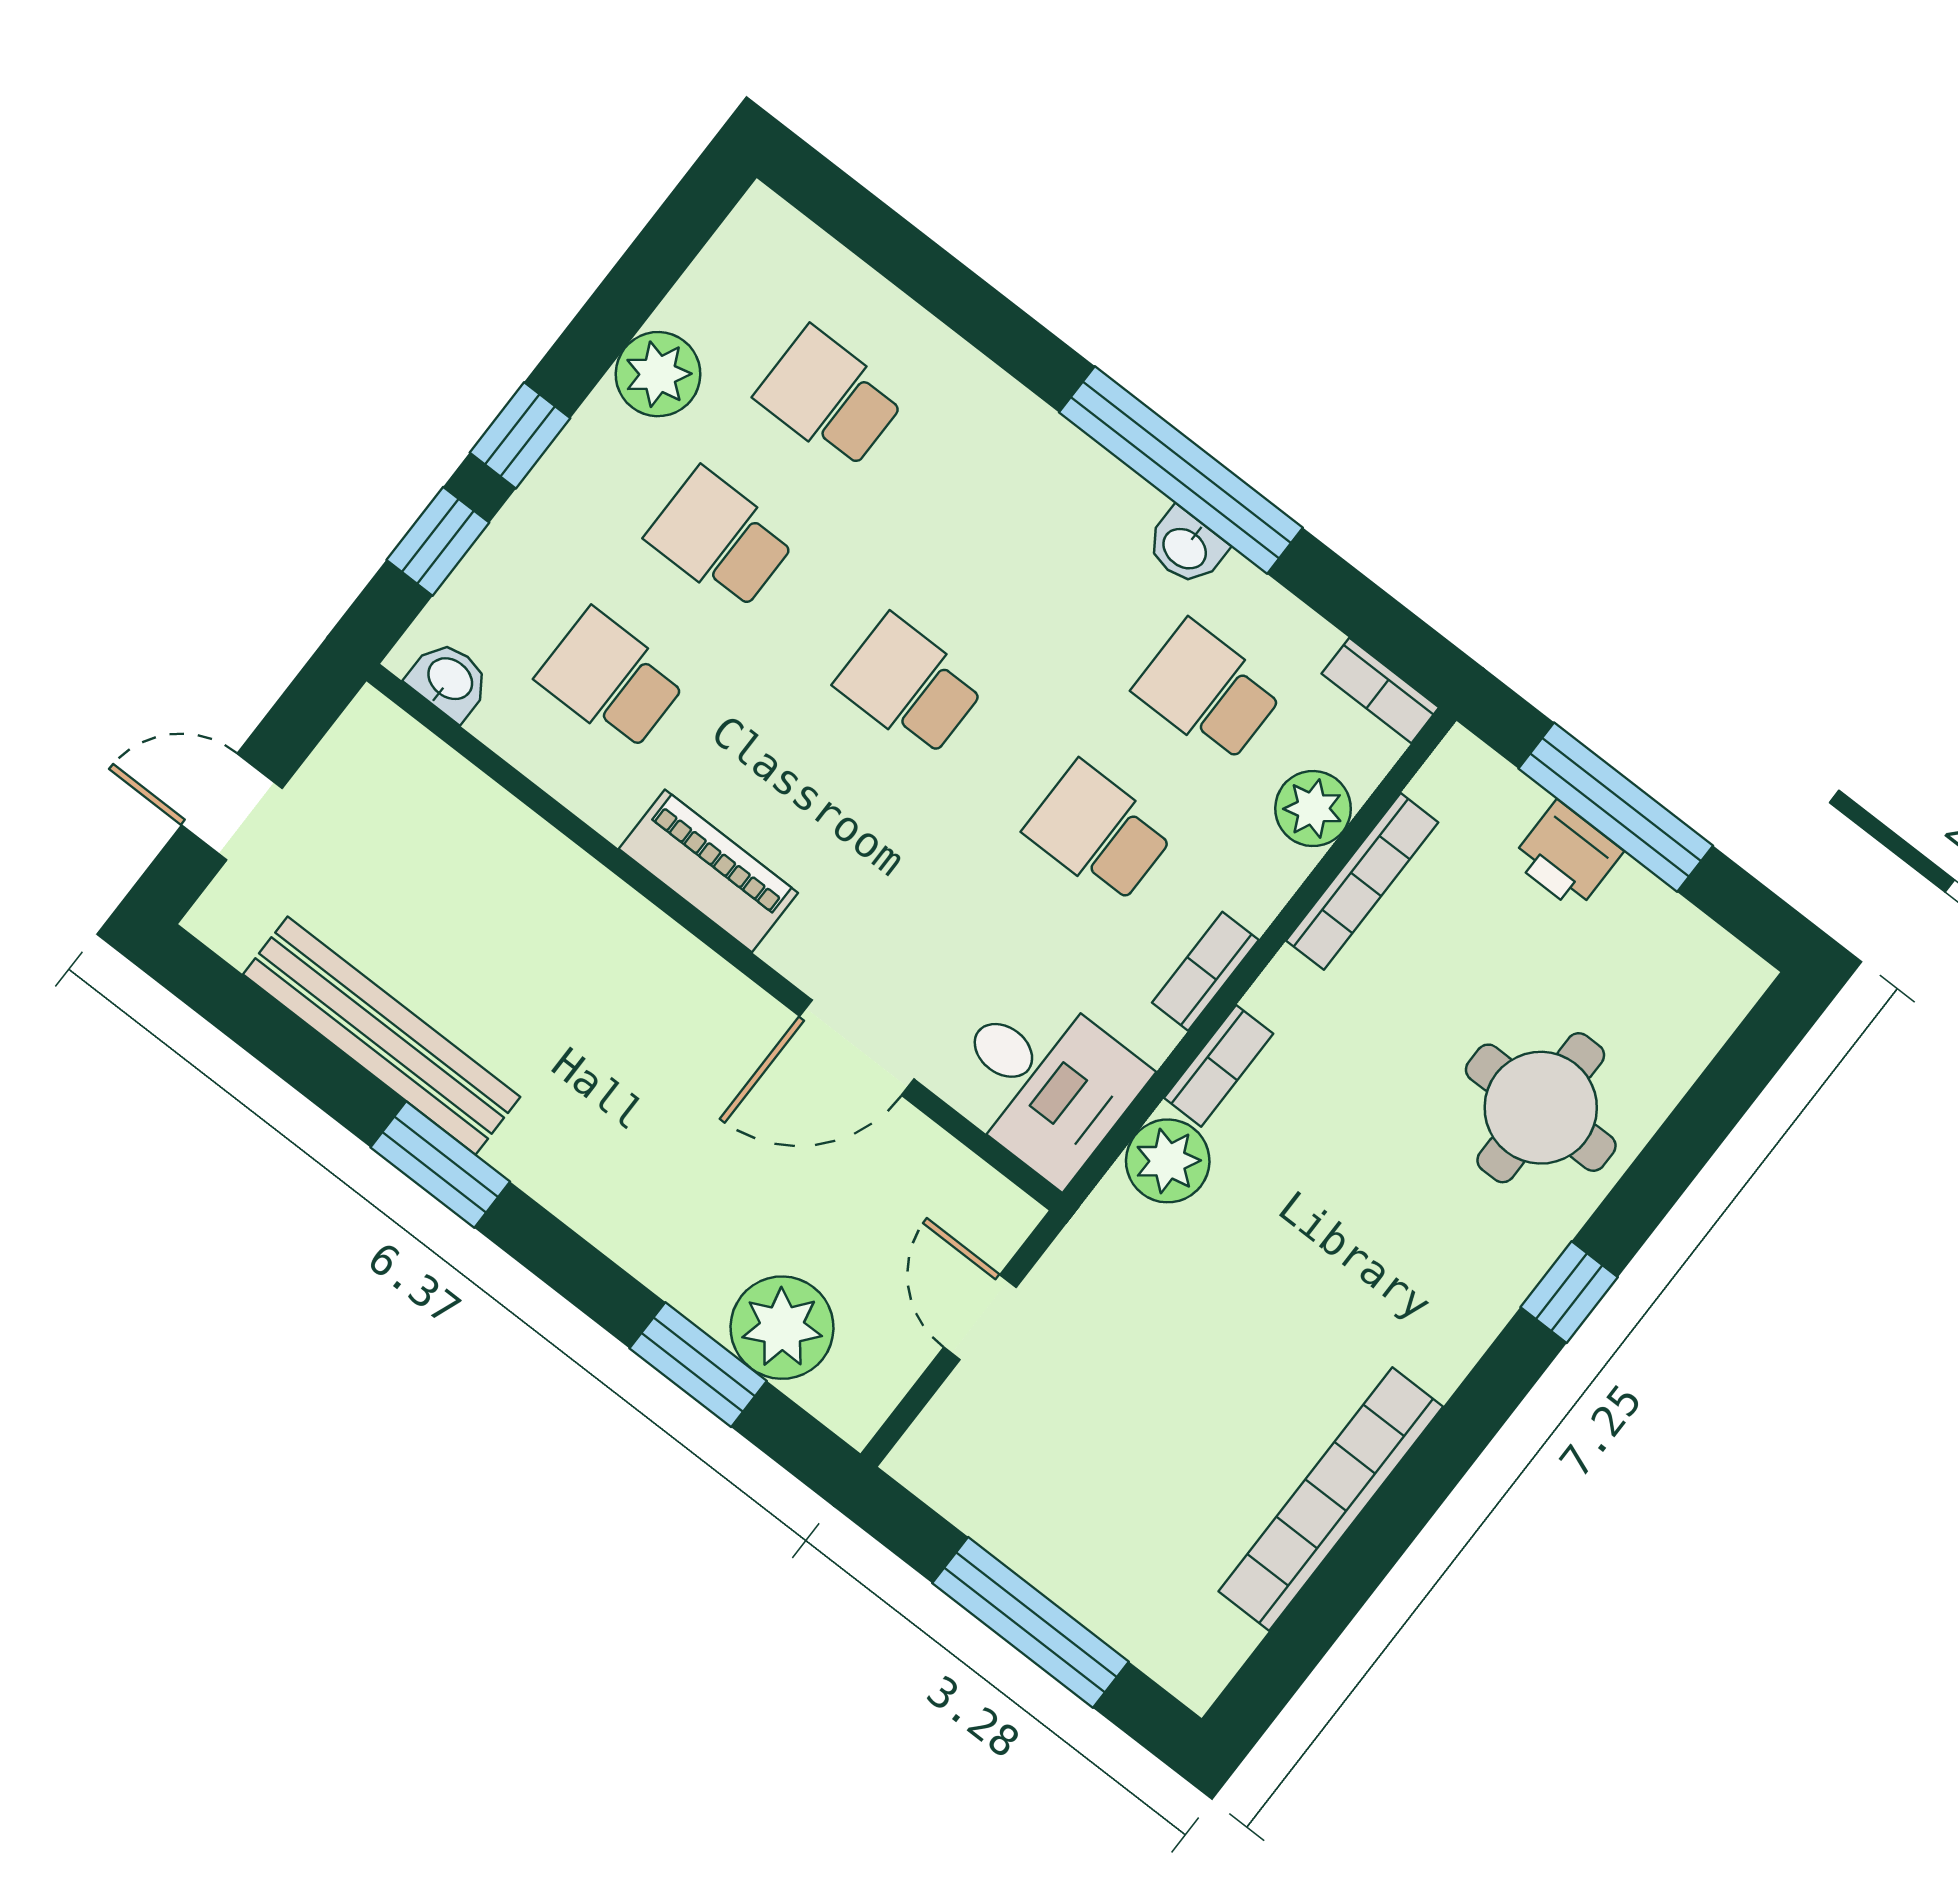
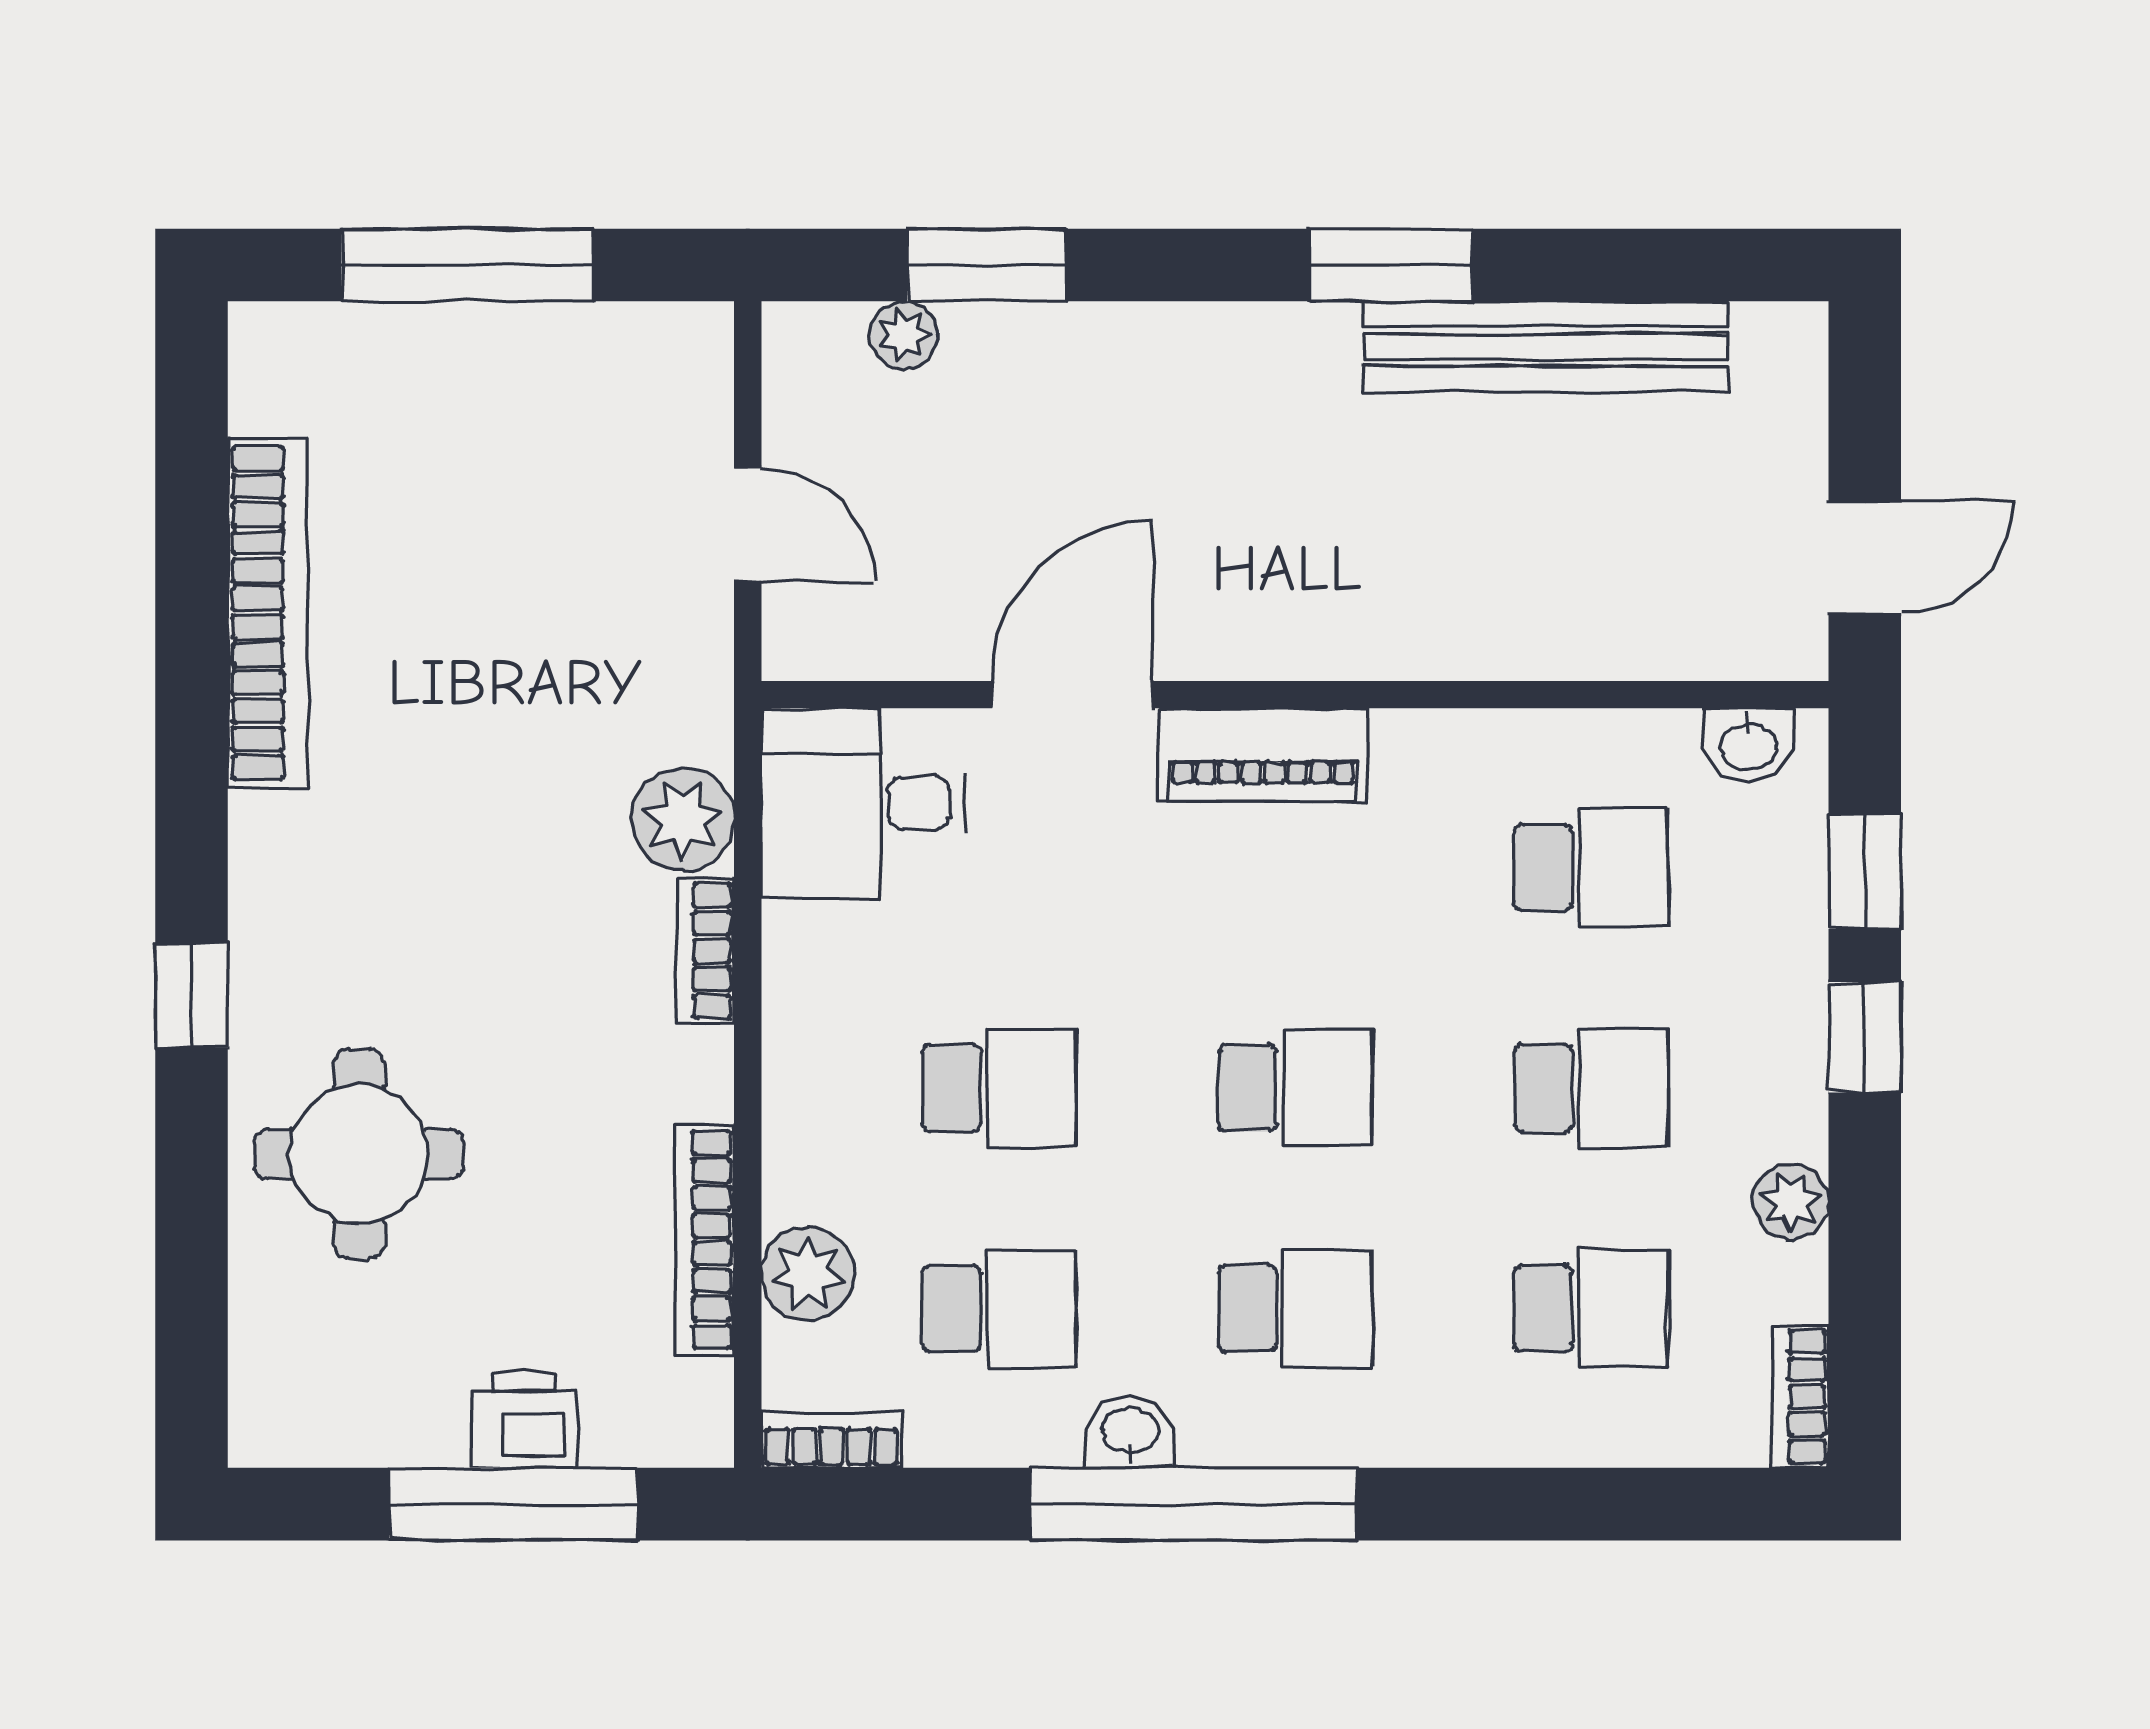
plant: (658, 374) -> (1791, 1202), width x0.73, depth x0.73
school desk: (1019, 545) -> (1295, 1308), added
door: (232, 807) -> (1865, 557), moved
piano: (708, 871) -> (1263, 755), moved
bookcase: (1205, 971) -> (1800, 1397), moved, turned 180
plant: (782, 1328) -> (904, 335), width x0.53, depth x0.53

